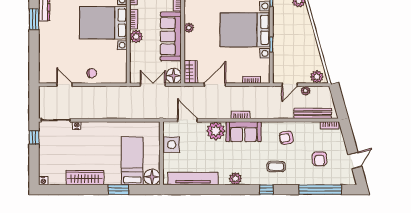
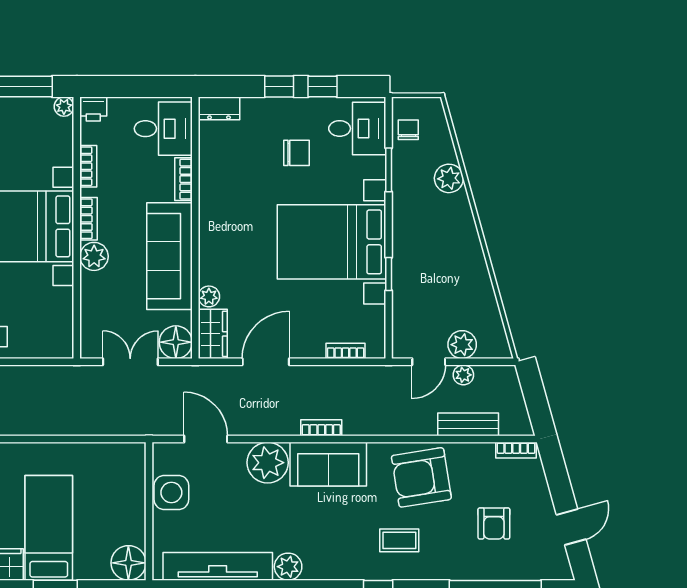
plant: (189, 28) -> (209, 296), moved
plant: (317, 77) -> (462, 345), moved
bench: (313, 113) -> (468, 424), width x0.73
armchair: (286, 138) -> (421, 477), width x1.88, depth x1.88
bed: (132, 161) -> (49, 528), moved
plant: (235, 179) -> (288, 567), moved

